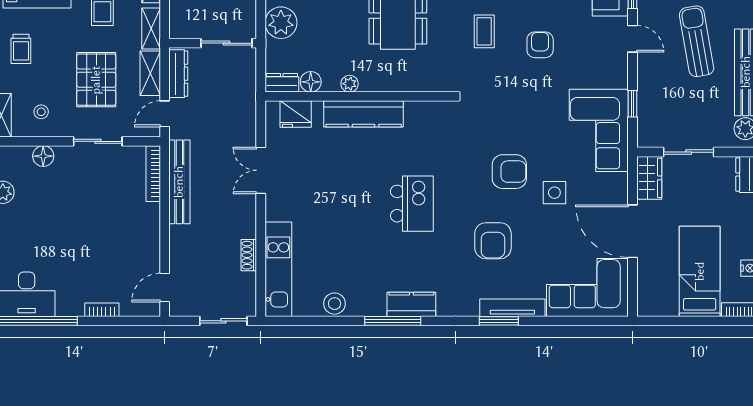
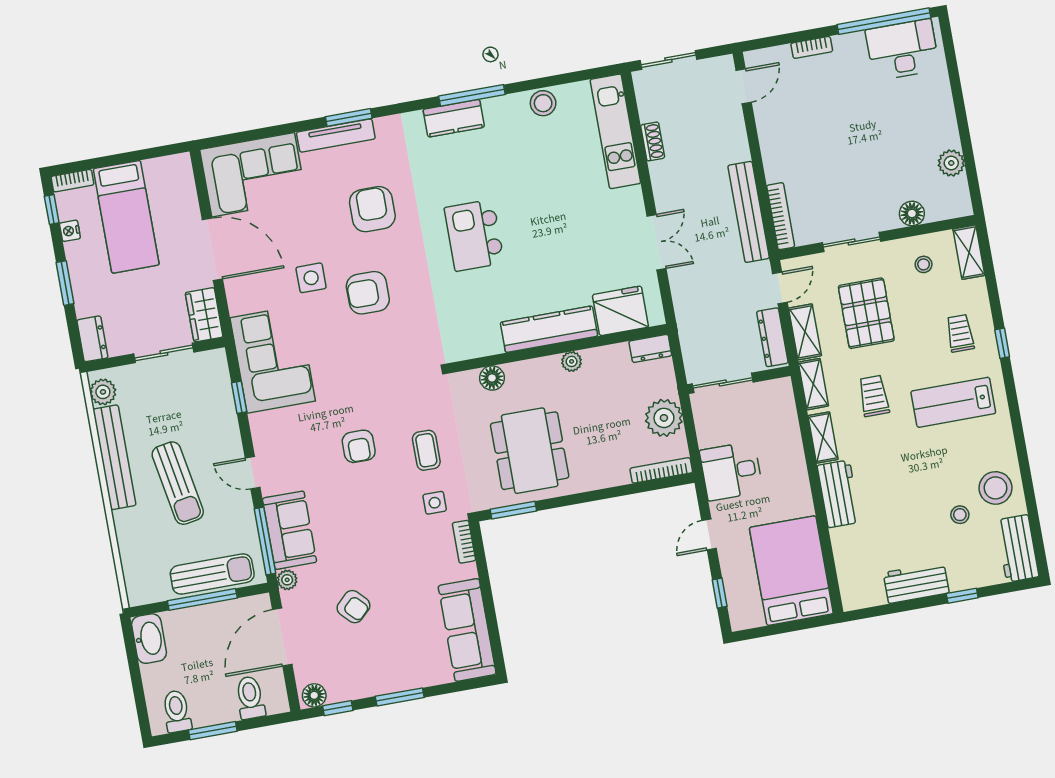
floor lamp: (311, 82) -> (492, 378), moved
fridge: (296, 114) -> (620, 311), width x1.36, depth x1.34

